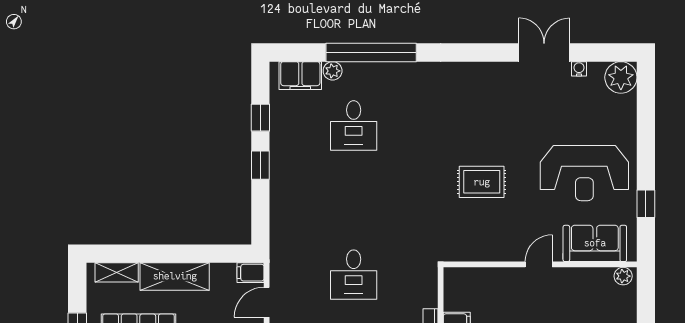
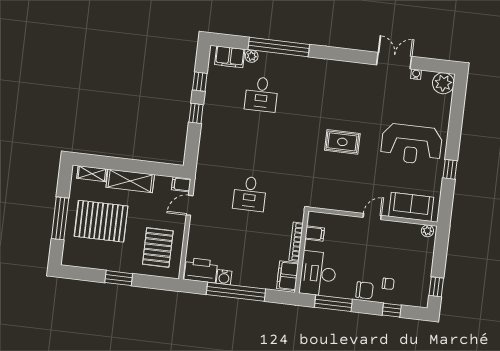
sofa: (595, 243) -> (411, 207), moved
door: (539, 264) -> (372, 216), moved
wall: (540, 264) -> (373, 217), moved
plant: (623, 276) -> (427, 231), moved

